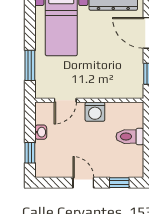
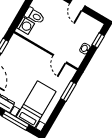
door: (65, 100) -> (60, 59), swing flipped
washing machine: (95, 112) -> (26, 26), moved, turned 90

